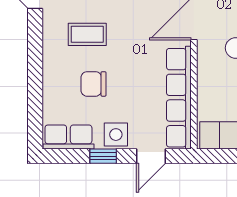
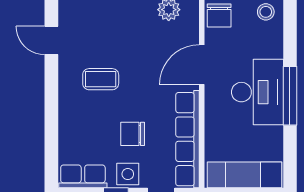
chair: (94, 84) -> (133, 134), moved

